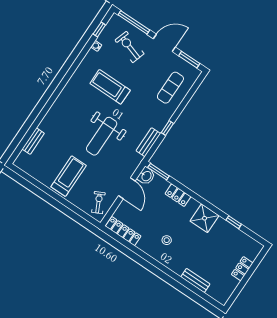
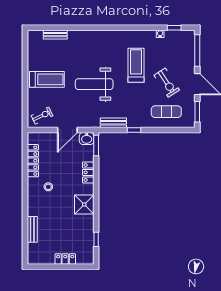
exercise bike: (130, 47) -> (167, 83), moved, turned 129
window: (234, 222) -> (96, 239), moved
locker: (123, 231) -> (33, 161), moved

